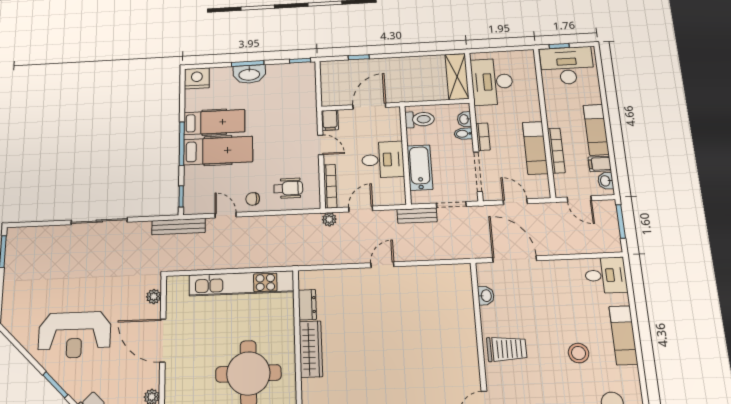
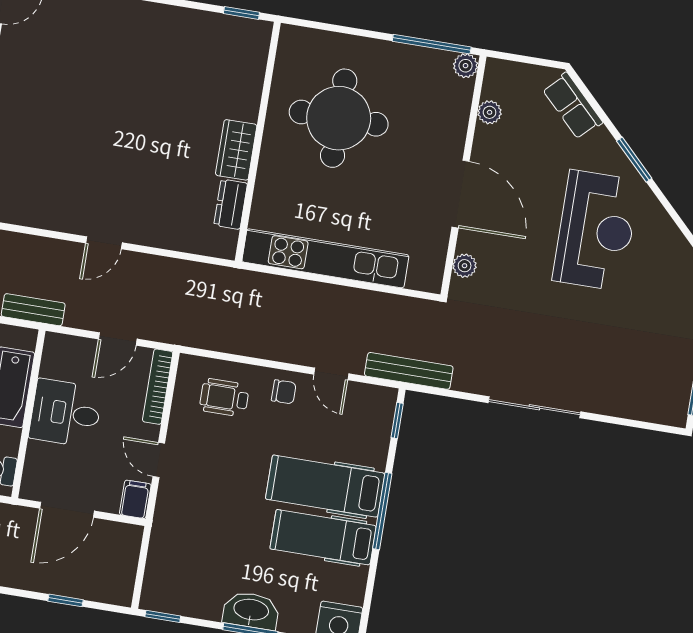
plant: (329, 219) -> (170, 332), removed
reception desk: (74, 335) -> (596, 231), turned 90
wardrobe: (311, 349) -> (236, 150), width x0.67

